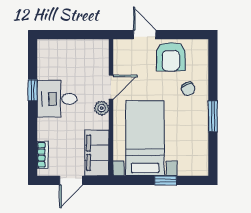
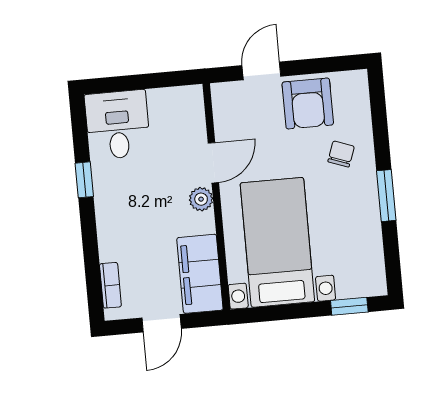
door: (145, 35) -> (261, 71), hinge flipped
chair: (188, 89) -> (341, 154), turned -140
desk: (57, 99) -> (118, 125), moved, turned 90
window: (166, 180) -> (349, 306), moved

